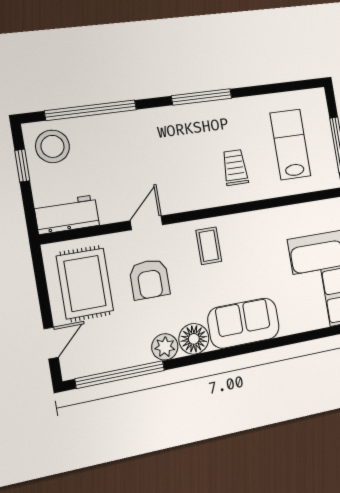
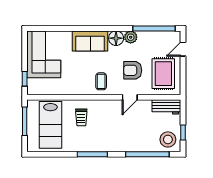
lab bench: (290, 144) -> (50, 125), width x1.36, depth x1.39
armchair: (150, 279) -> (133, 70), turned -90

